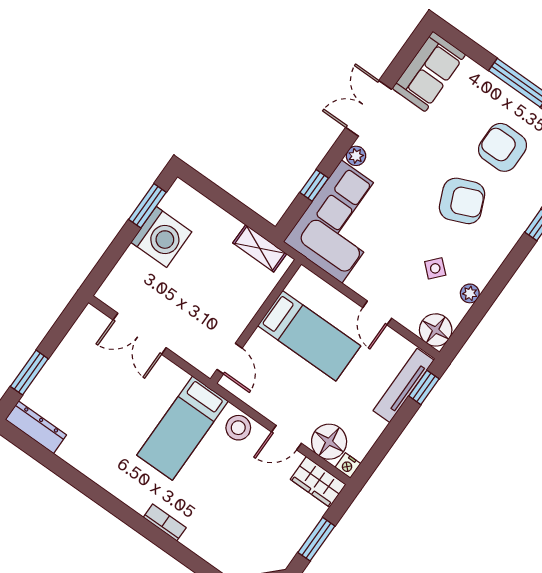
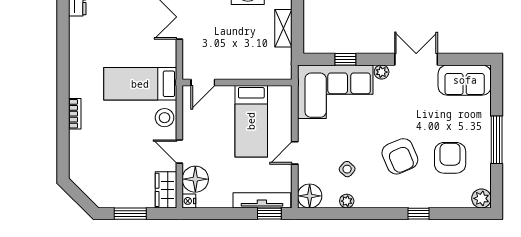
shelving: (260, 248) -> (283, 28), moved

